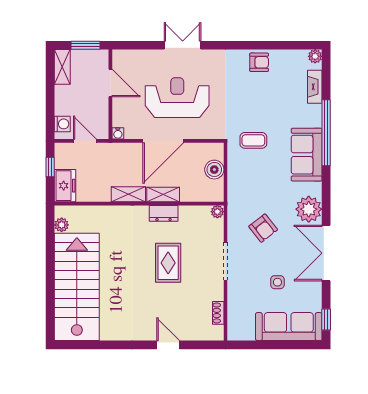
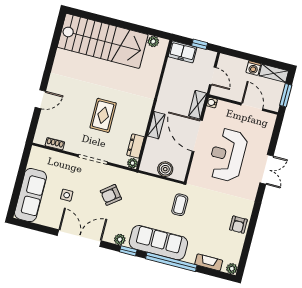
door: (110, 83) -> (252, 107), swing flipped
reception desk: (177, 98) -> (228, 155), turned 180
washing machine: (62, 124) -> (253, 68), moved
door: (85, 141) -> (213, 76), hinge flipped
sofa: (307, 155) -> (158, 243), width x1.36
shelving: (128, 194) -> (198, 105), moved
plant: (309, 209) -> (120, 239), width x0.53, depth x0.53
dresser: (164, 213) -> (136, 146), moved
rug: (168, 263) -> (103, 115), turned 90
window: (326, 320) -> (128, 251), moved

